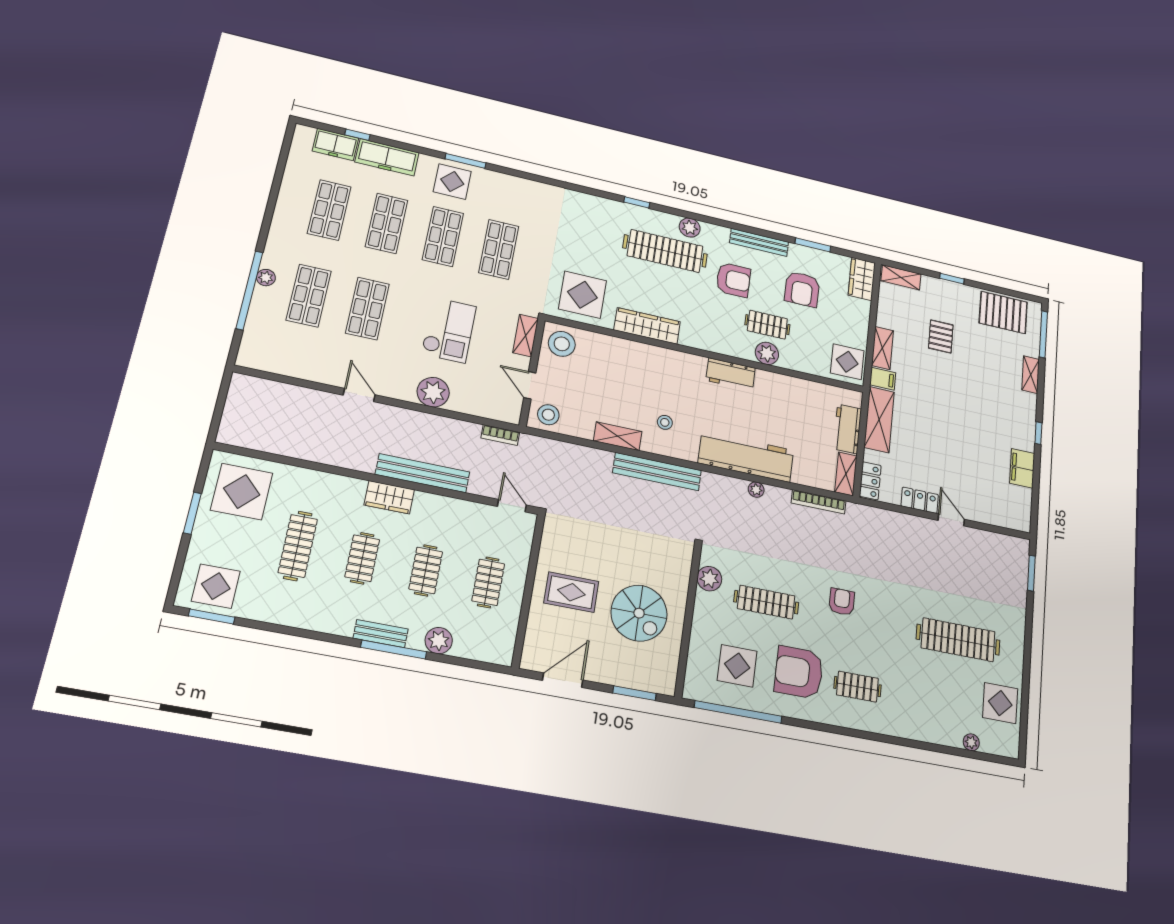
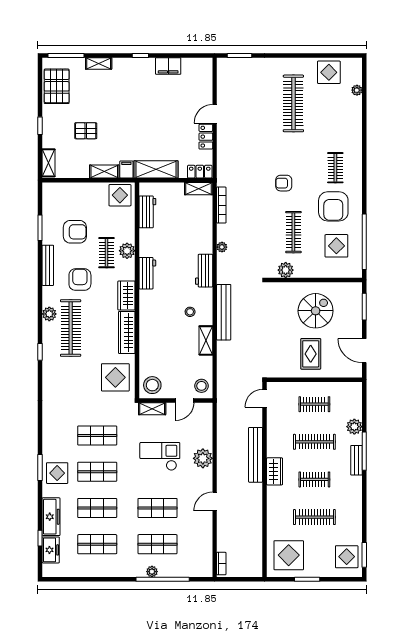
wardrobe: (862, 279) -> (126, 295), moved, turned 90
workbench: (847, 429) -> (147, 212), moved, turned -90
bookcase: (500, 435) -> (221, 564), moved
workbench: (746, 457) -> (204, 271), width x0.53, depth x0.76
clothes rail: (426, 570) -> (314, 442), width x1.36

